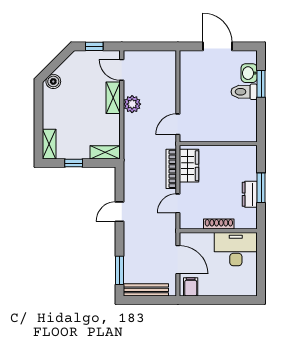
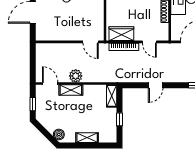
door: (122, 70) -> (50, 84), swing flipped
shelving: (49, 144) -> (87, 138), moved
door: (119, 212) -> (156, 85), hinge flipped

